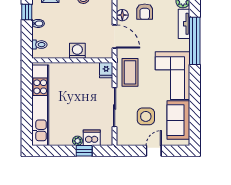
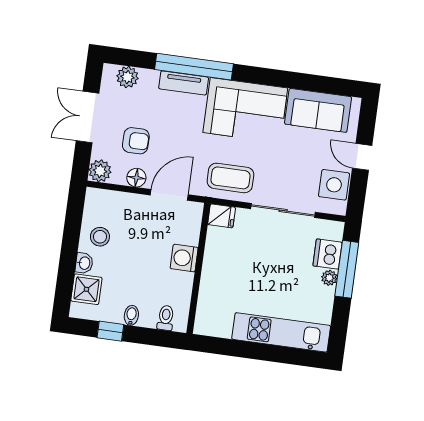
tv unit: (184, 24) -> (184, 83), moved
kitchen unit: (40, 105) -> (281, 332), width x0.73
side table: (146, 116) -> (334, 185), moved
window: (84, 151) -> (347, 269), width x2.17

